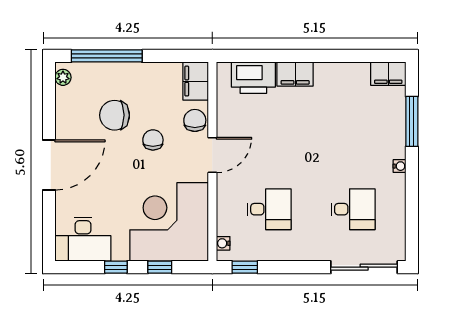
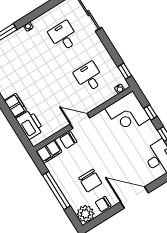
window: (107, 56) -> (56, 191), moved
plant: (63, 77) -> (85, 214), width x1.87, depth x1.87
chair: (153, 140) -> (103, 204), moved
corner desk: (169, 222) -> (127, 113), width x0.74, depth x0.74

